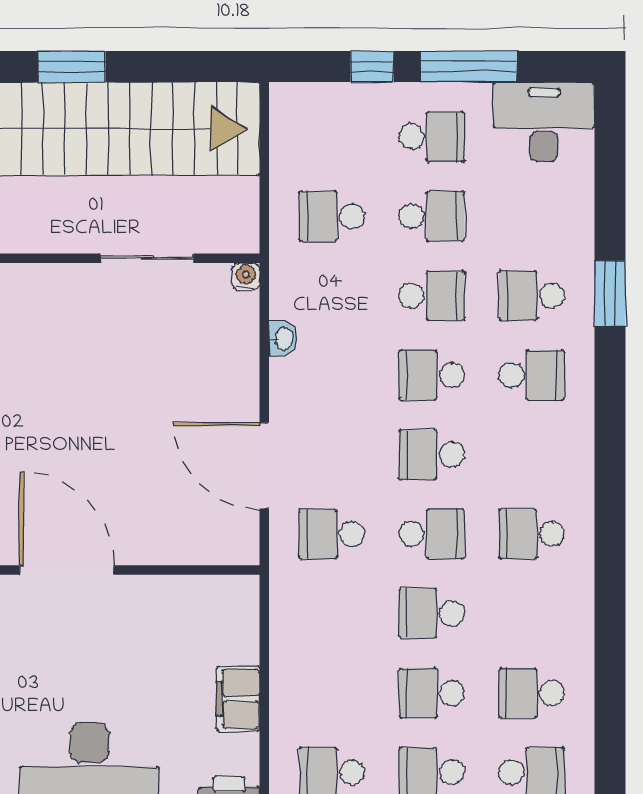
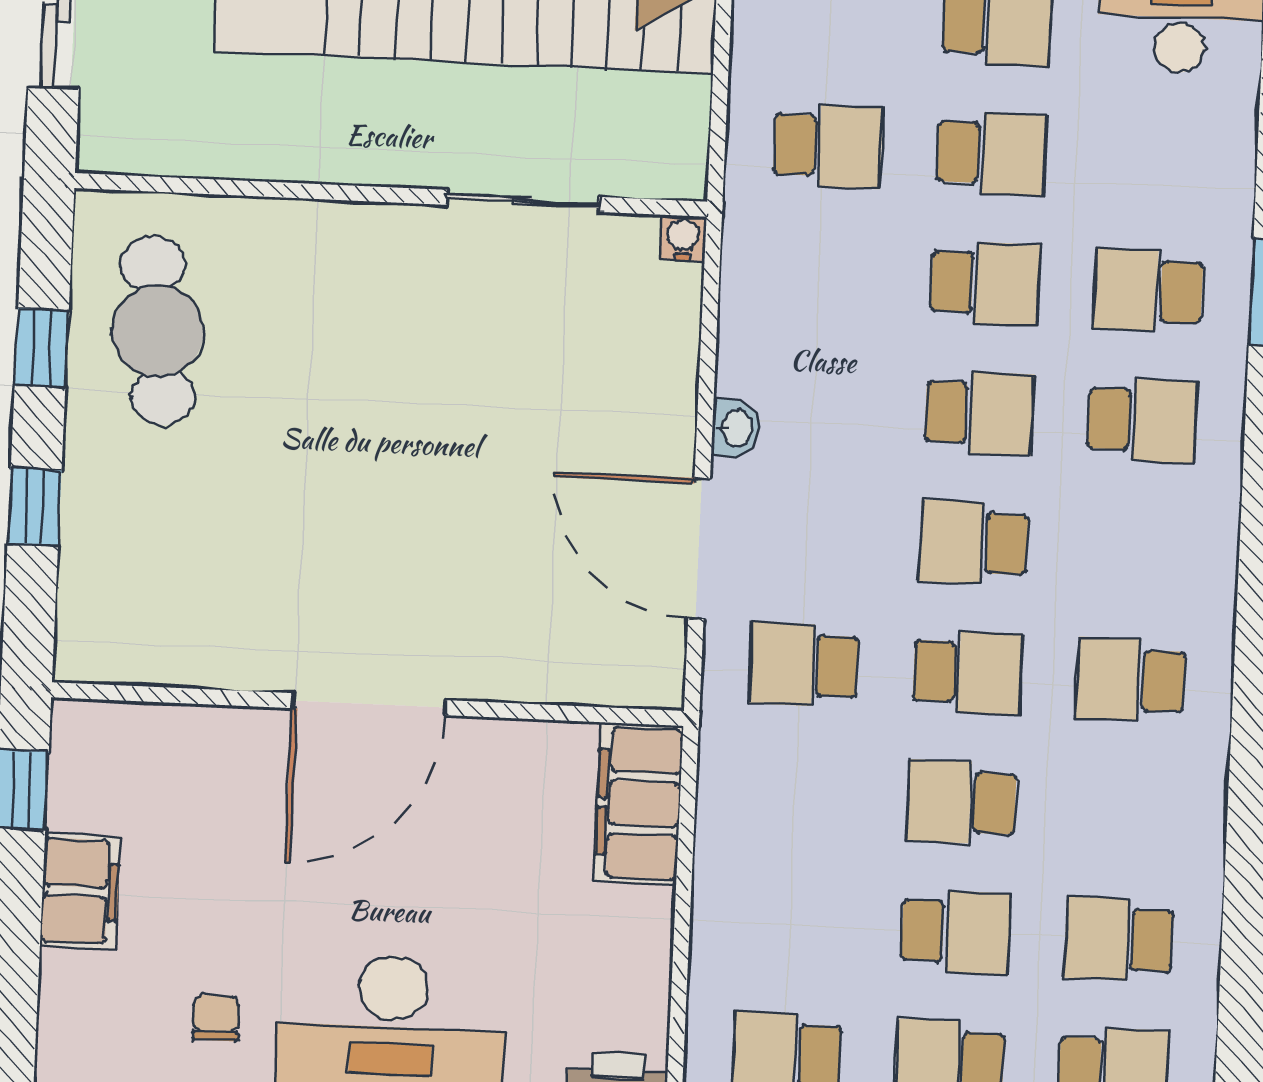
school desk: (332, 216) -> (828, 146), turned 180
washbasin: (283, 339) -> (735, 428), moved
school desk: (432, 375) -> (979, 413), turned 180
door: (67, 570) -> (369, 704), swing flipped
school desk: (432, 693) -> (956, 932), turned 180
filing cabinet: (238, 699) -> (639, 803), moved, width x1.50, depth x1.17

